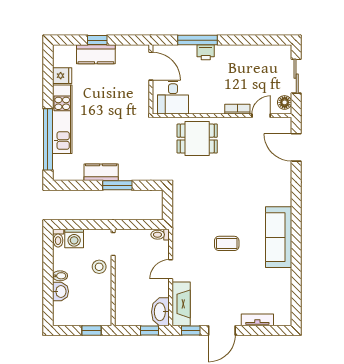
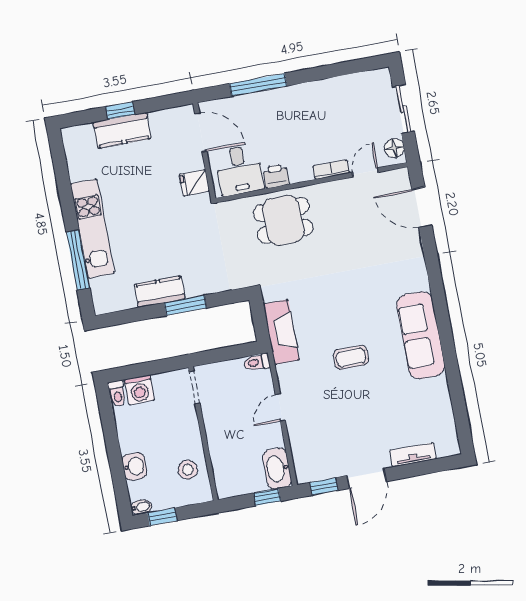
printer: (206, 52) -> (276, 176), moved, turned 180
fridge: (62, 76) -> (194, 183), moved, turned 180
window: (48, 139) -> (78, 260), width x0.68
stool: (99, 267) -> (188, 470), moved
bidet: (60, 276) -> (141, 507), moved
fireplace: (181, 304) -> (281, 332), moved
window: (91, 330) -> (162, 517), moved

